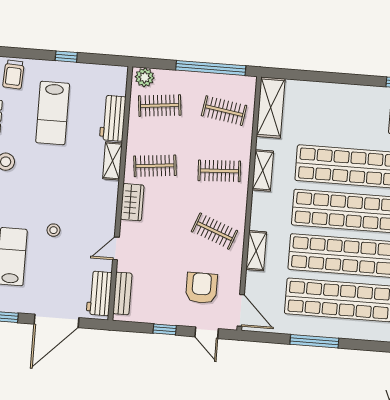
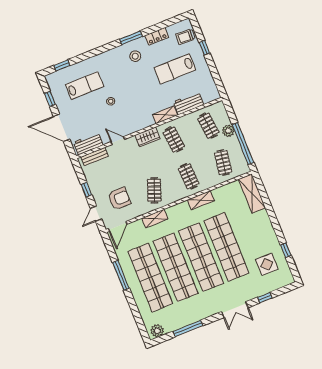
window: (66, 57) -> (204, 48), moved
plant: (145, 77) -> (228, 131), moved
shelving: (271, 108) -> (252, 194), moved, turned 90

